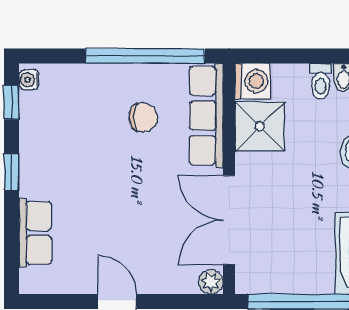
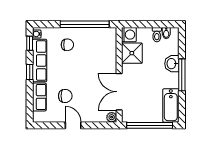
row of seats: (206, 115) -> (40, 61), moved, turned 180
chair: (143, 117) -> (67, 45), moved
chair: (98, 230) -> (65, 96), added

